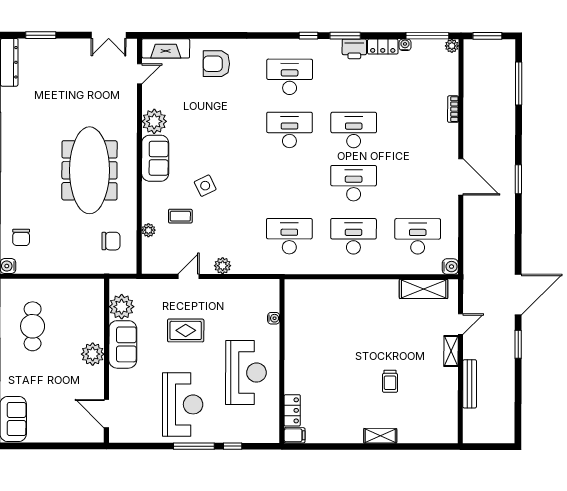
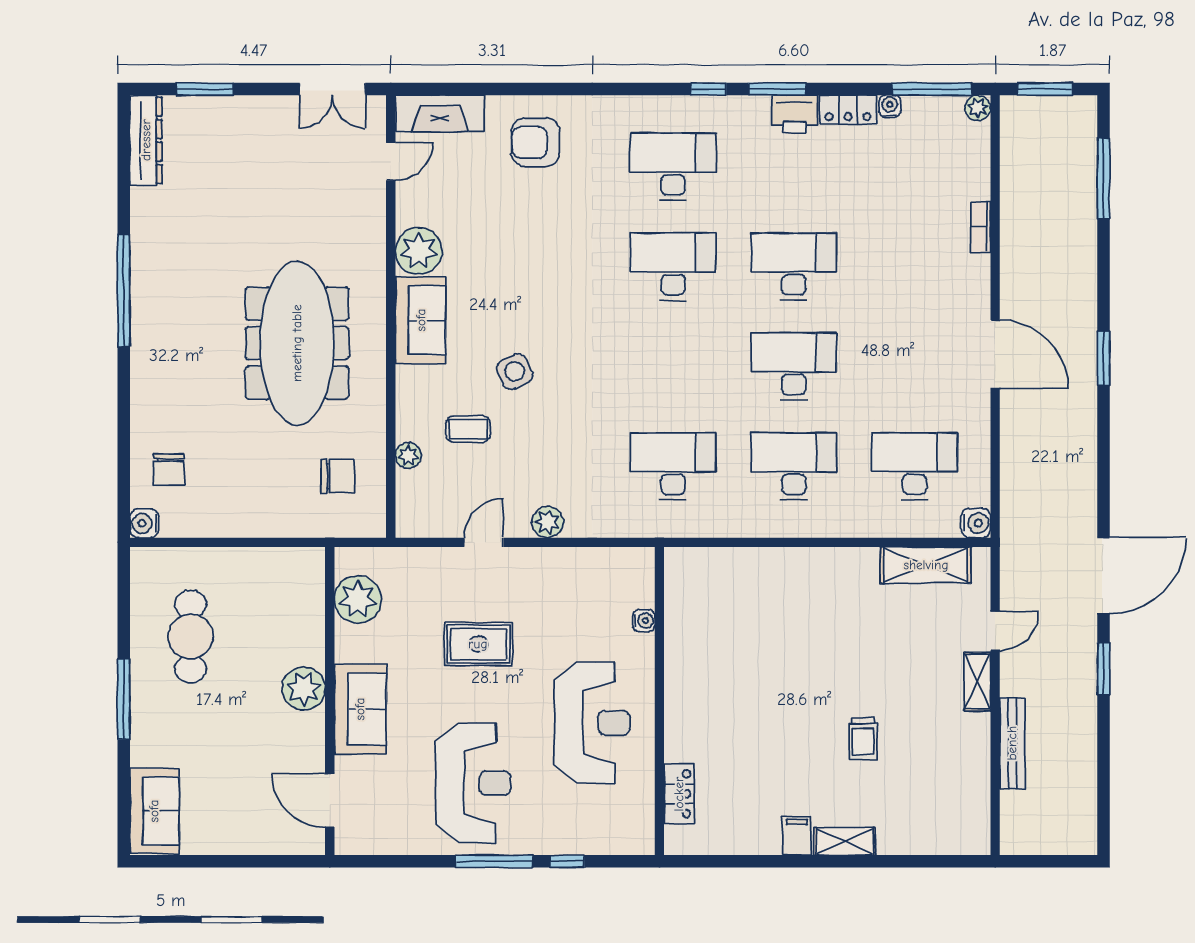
sofa: (123, 344) -> (360, 709), moved
filing cabinet: (295, 435) -> (797, 836), moved, turned -90

